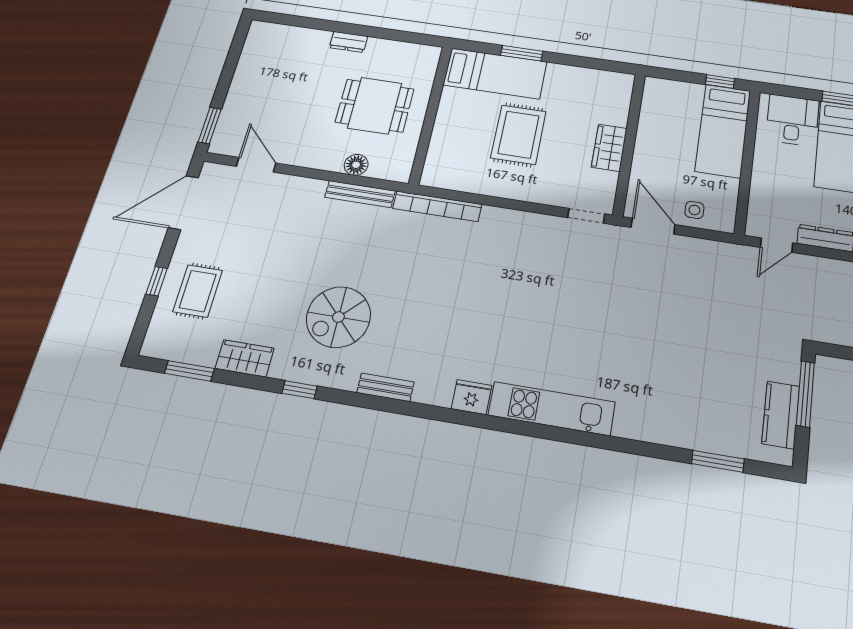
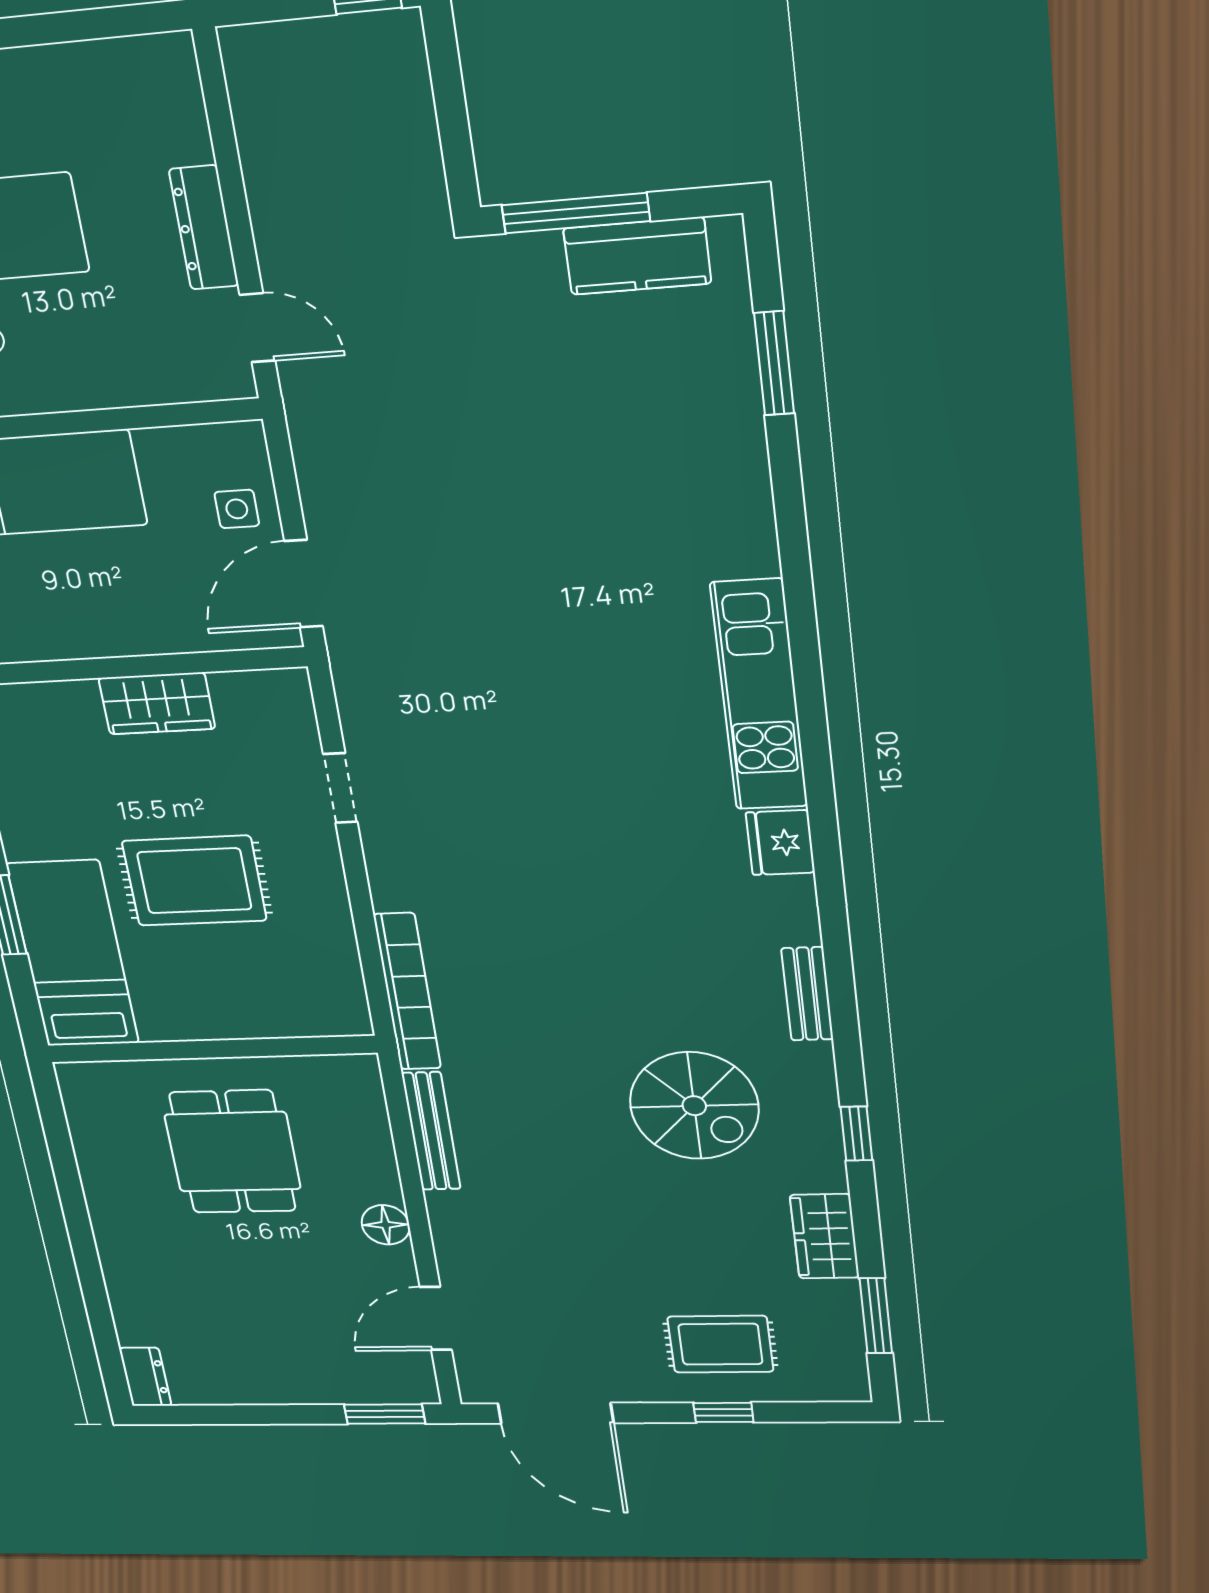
dresser: (349, 42) -> (145, 1377), moved
floor lamp: (356, 165) -> (386, 1225), moved
doorway: (586, 216) -> (340, 788), moved

